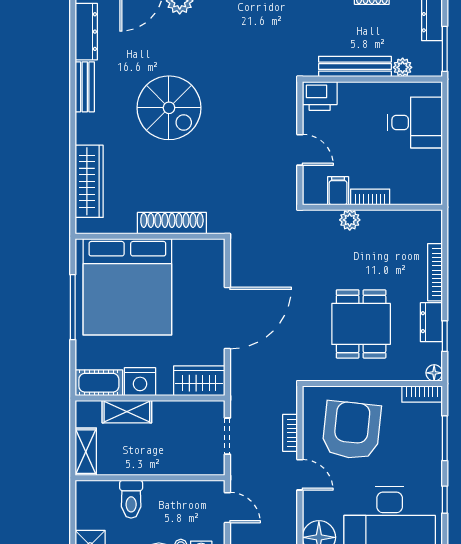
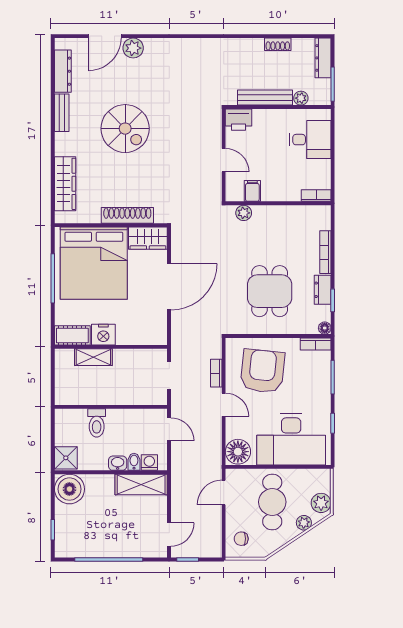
bookcase: (370, 197) -> (316, 196), moved
plant: (350, 220) -> (244, 213), moved
wardrobe: (199, 381) -> (148, 238), moved, turned 180
shelving: (86, 452) -> (63, 387), removed

